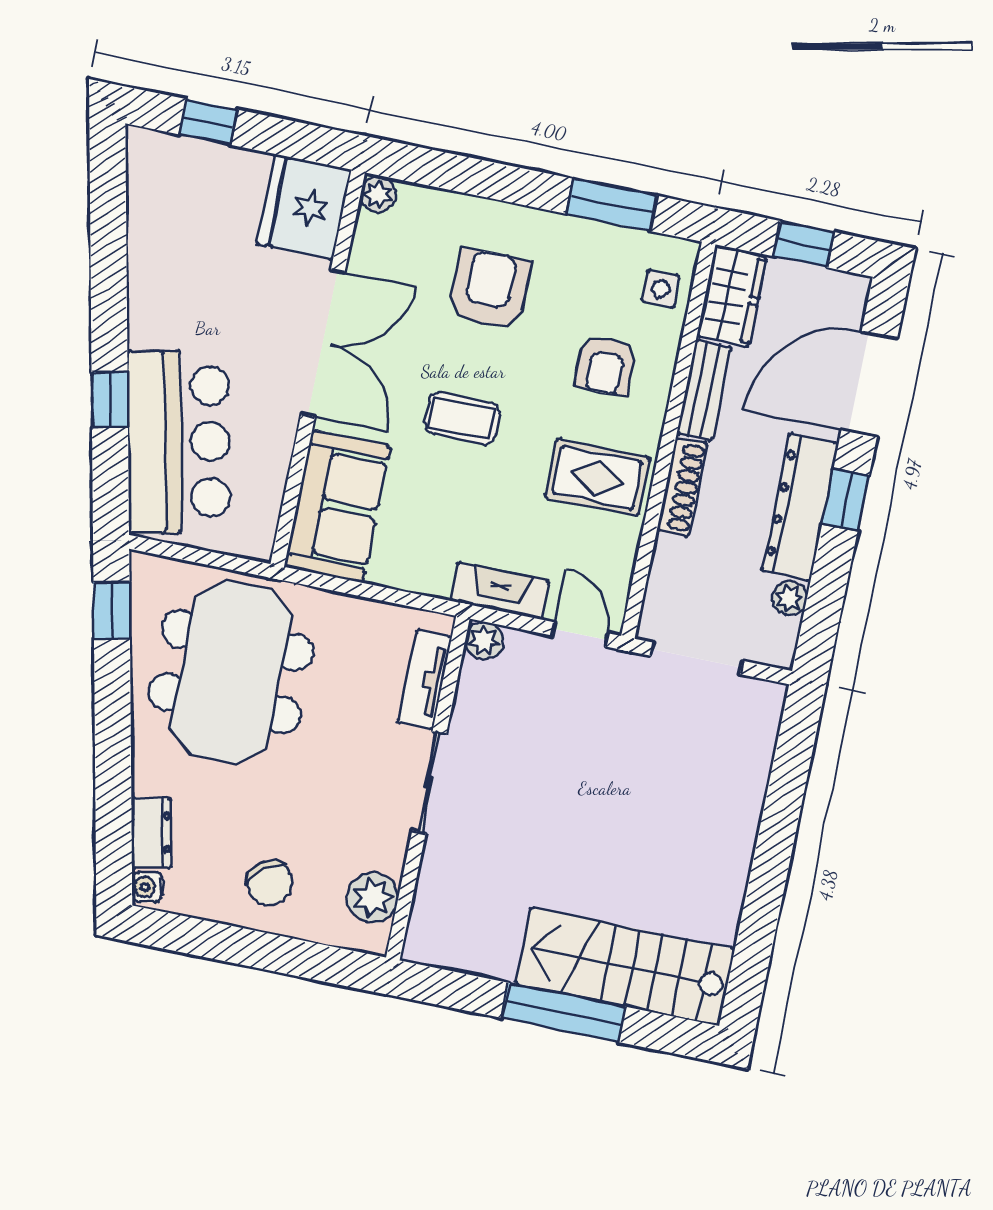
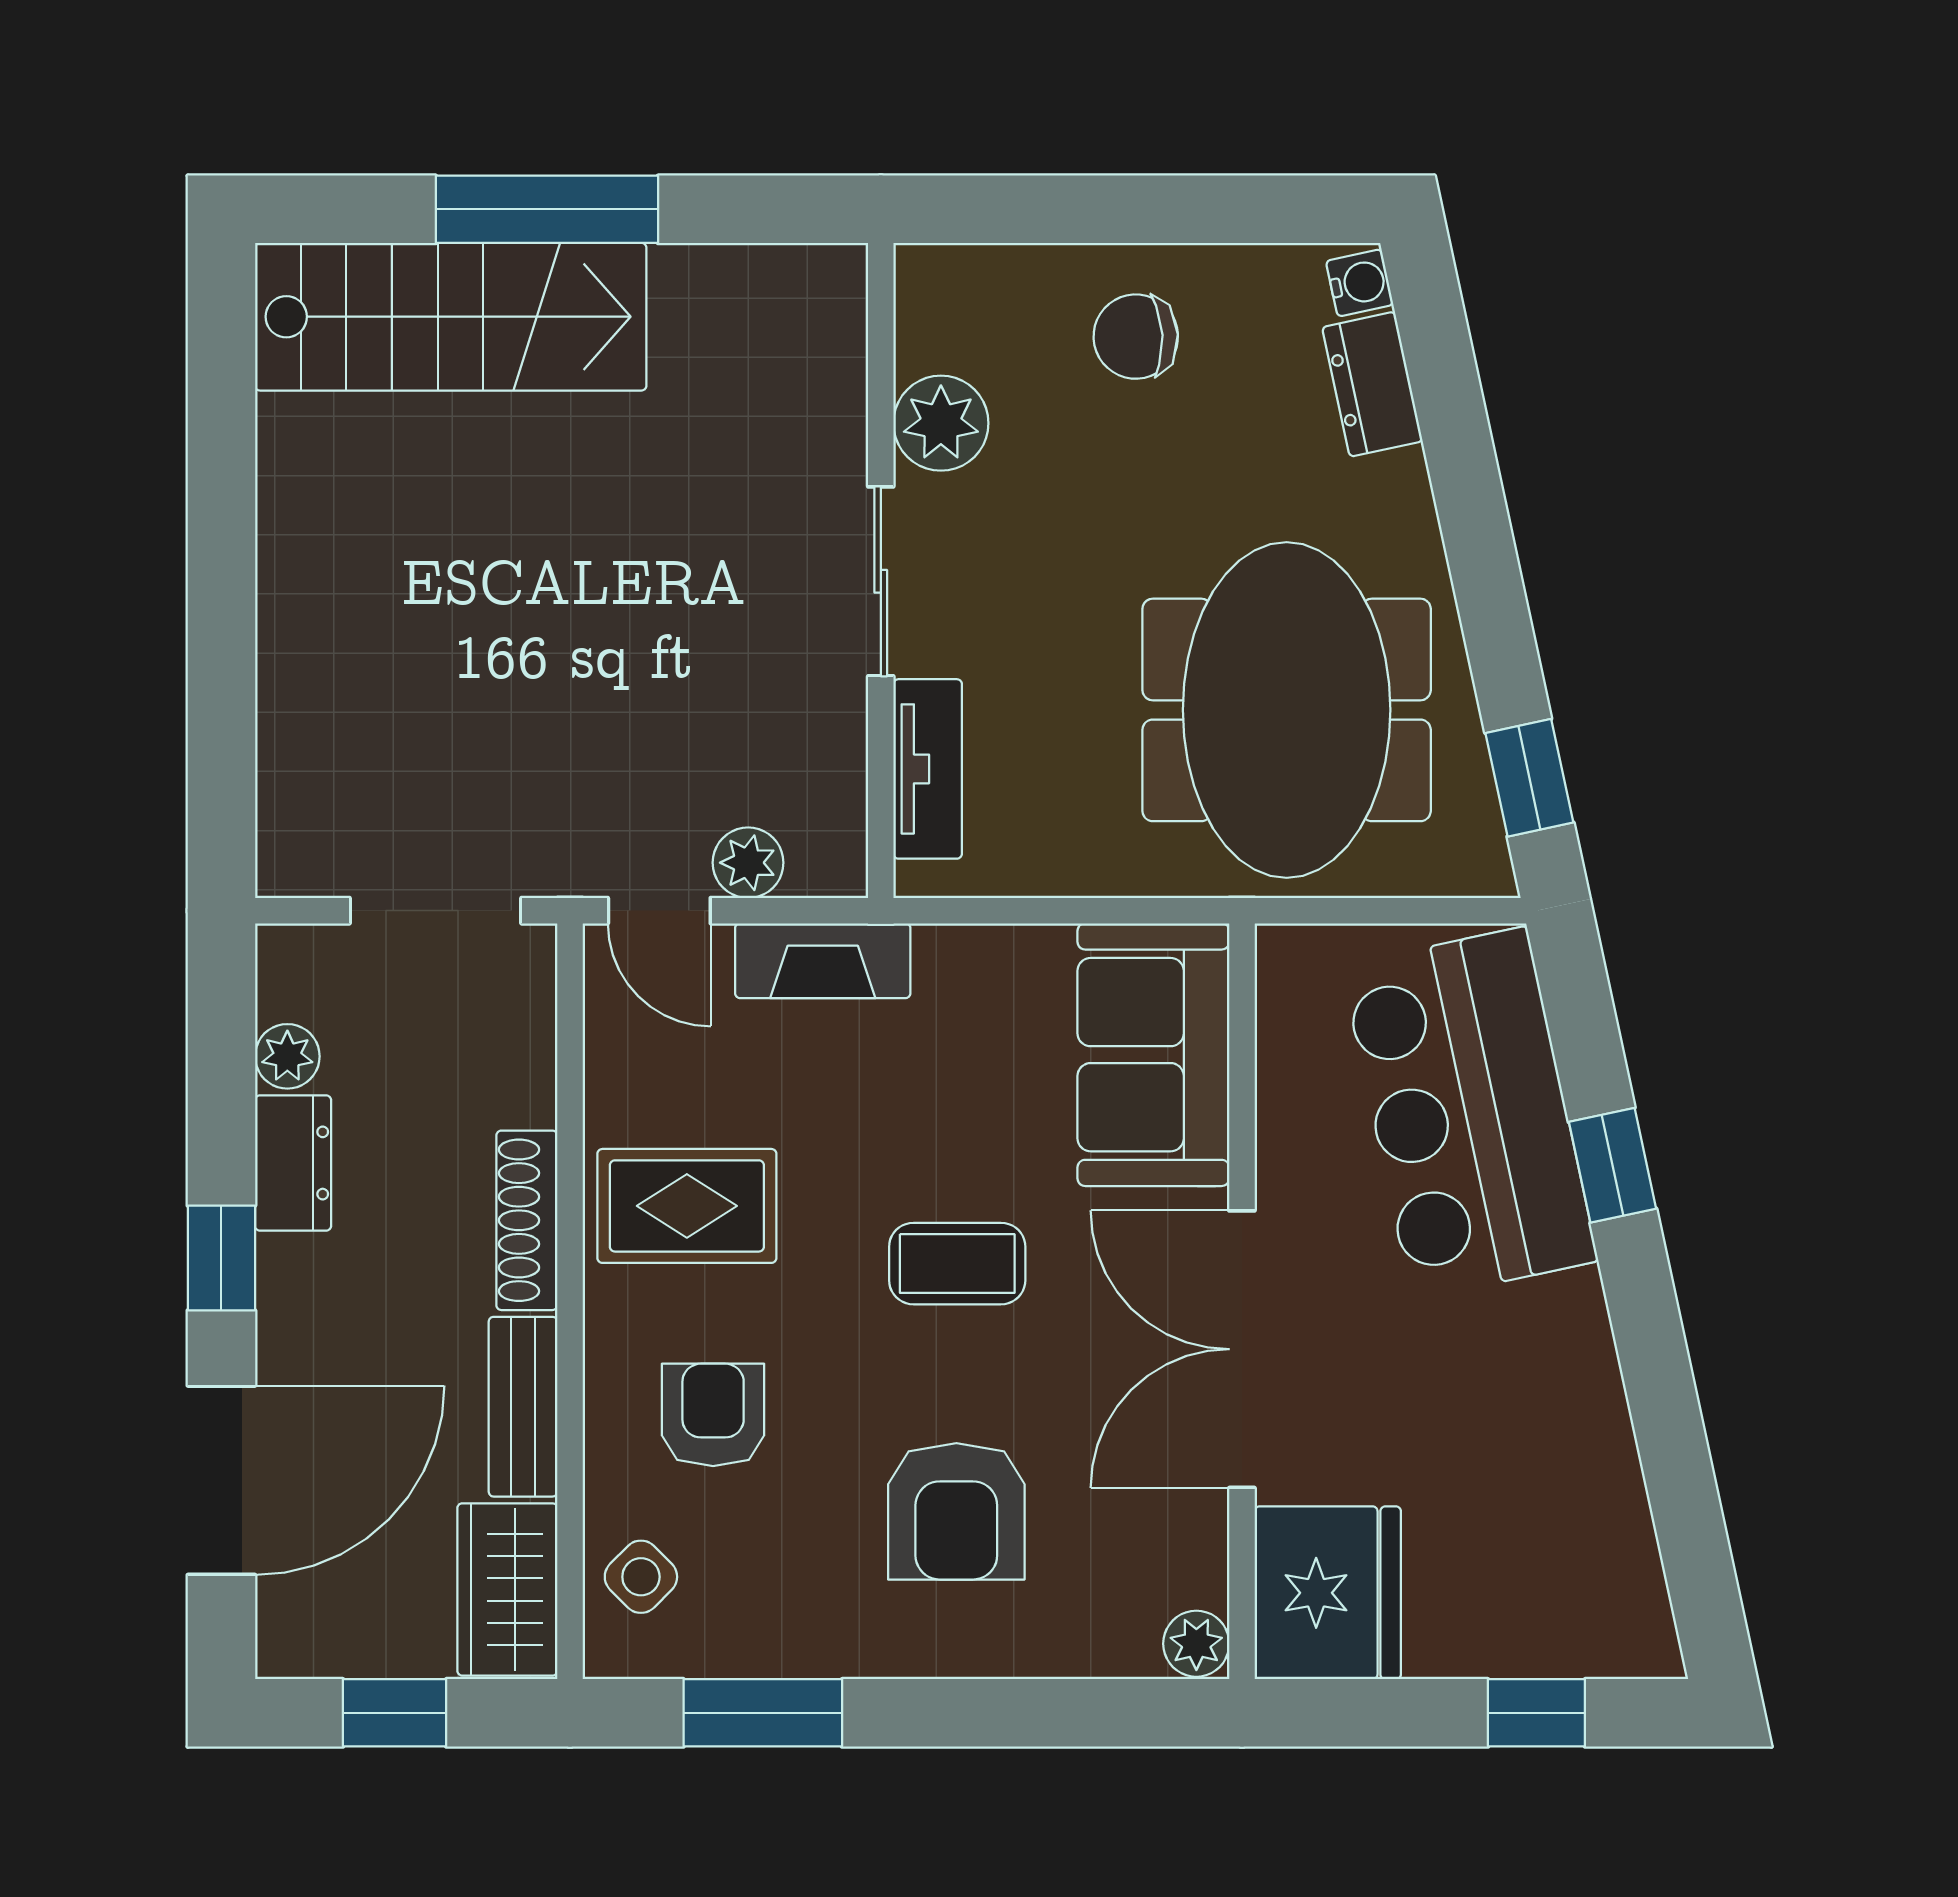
side table: (661, 289) -> (641, 1577), turned 45
dresser: (800, 507) -> (293, 1163), width x0.51, depth x0.80
plant: (484, 641) -> (748, 863), moved
chair: (270, 883) -> (1136, 337), turned -56
plant: (373, 898) -> (941, 423), moved

